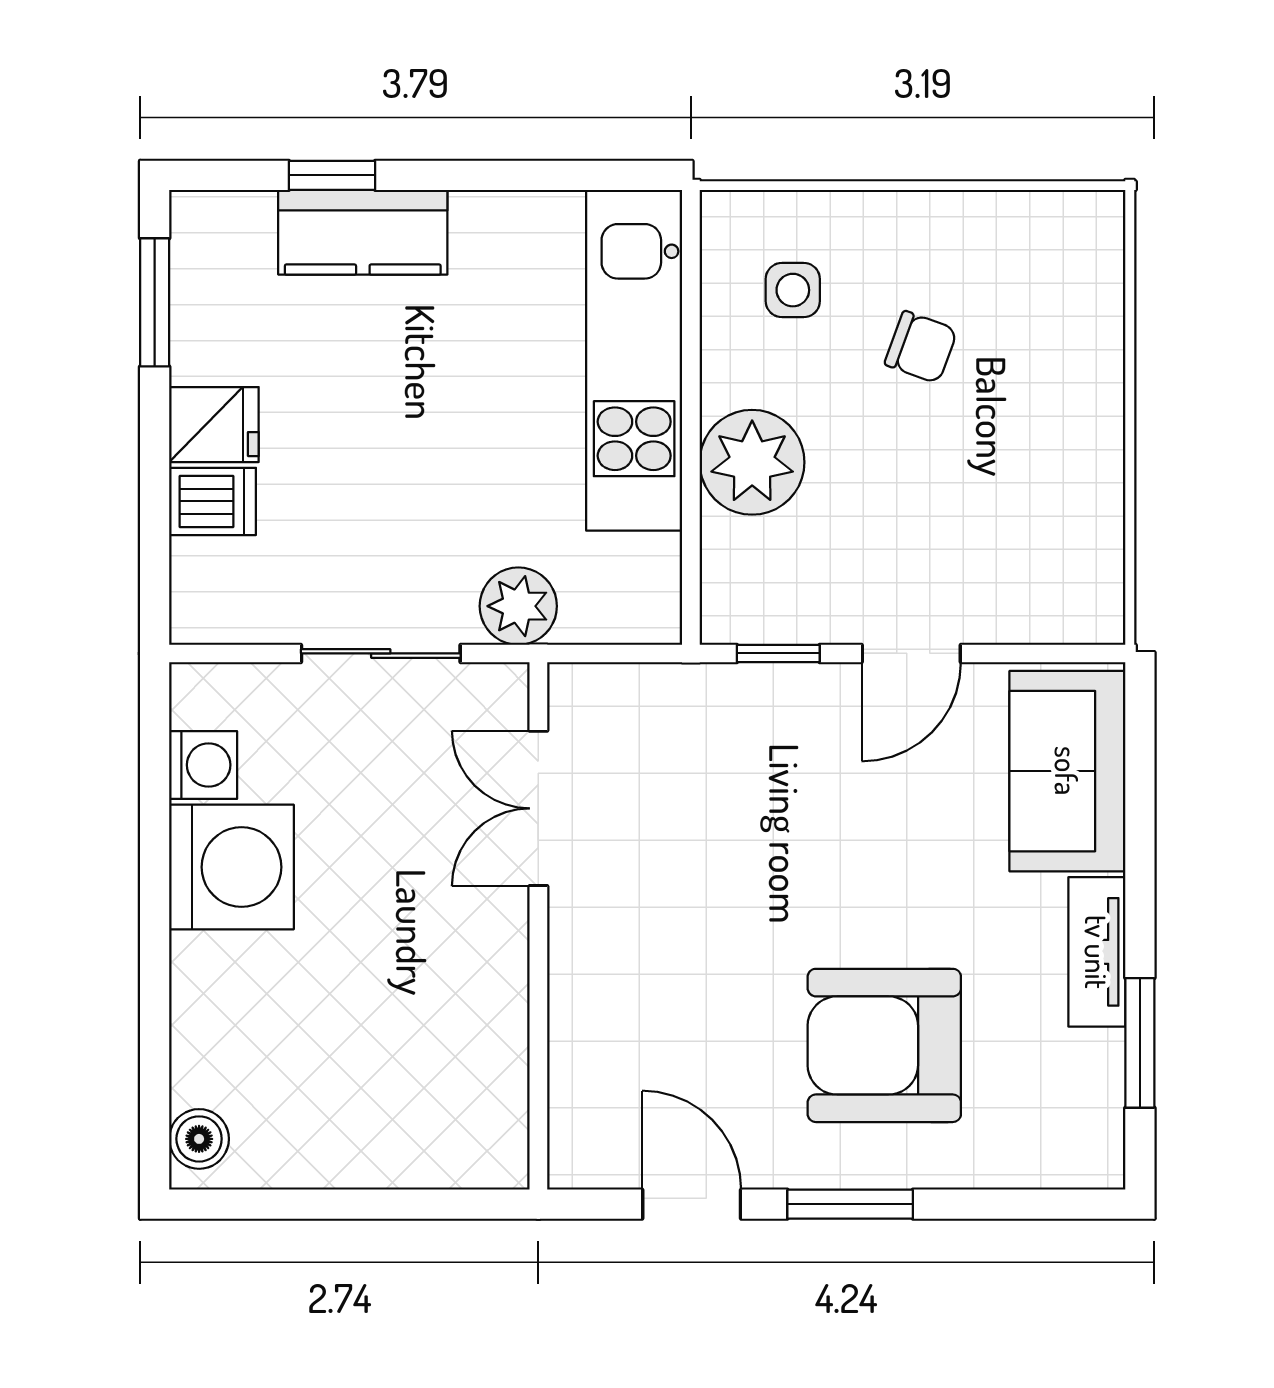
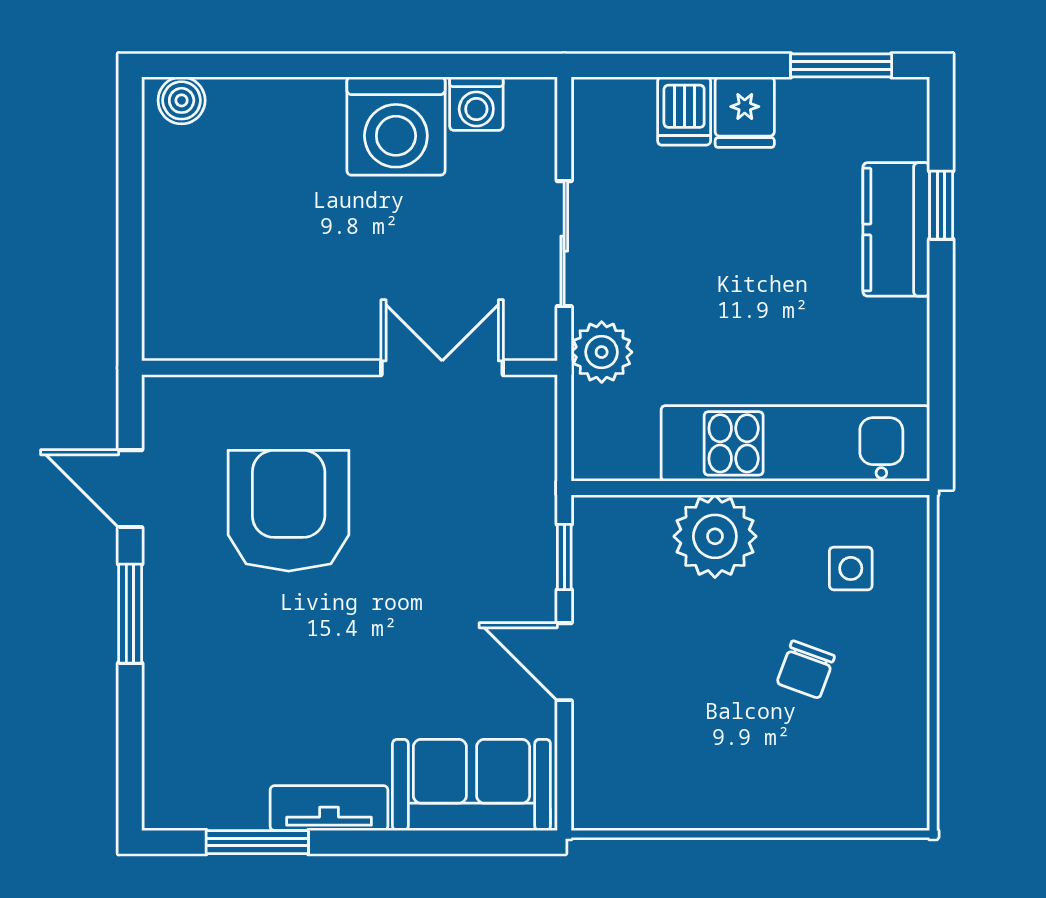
armchair: (884, 1045) -> (289, 511), moved
door: (692, 1204) -> (130, 489), swing flipped

